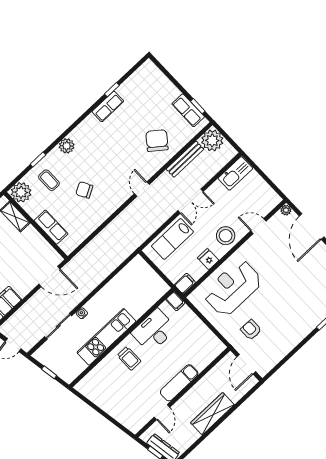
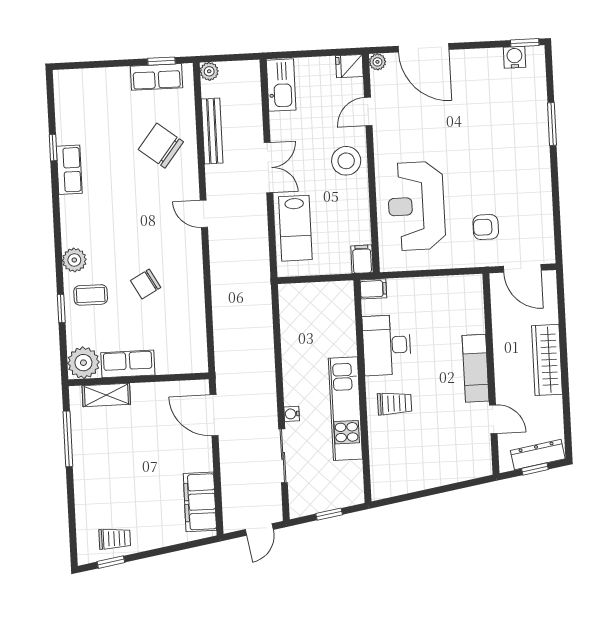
plant: (212, 140) -> (209, 71), width x0.53, depth x0.53
coffee table: (49, 180) -> (91, 295), moved
row of seats: (51, 227) -> (128, 364), moved
fridge: (208, 259) -> (349, 66), moved
door: (49, 277) -> (214, 415), swing flipped

